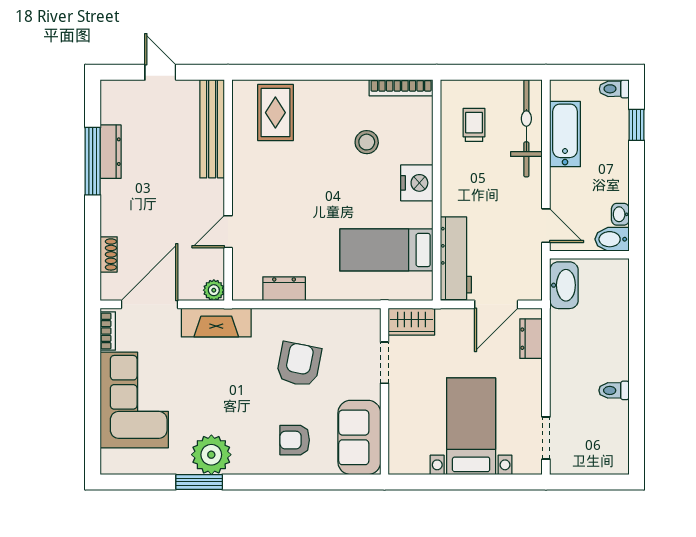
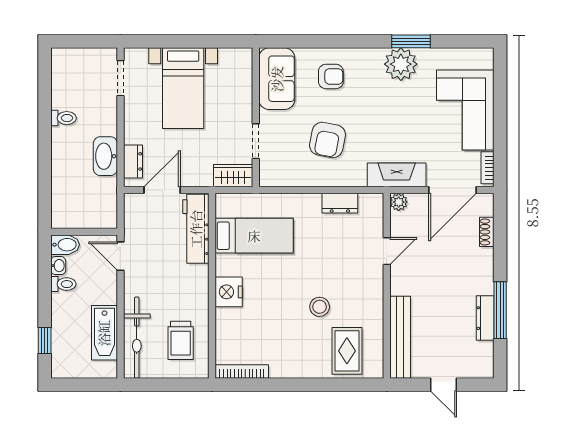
toilet: (614, 89) -> (63, 284), moved
trolley: (474, 125) -> (181, 340), width x1.36, depth x1.39
stool: (367, 142) -> (320, 307), moved
washbasin: (564, 285) -> (105, 156), moved

